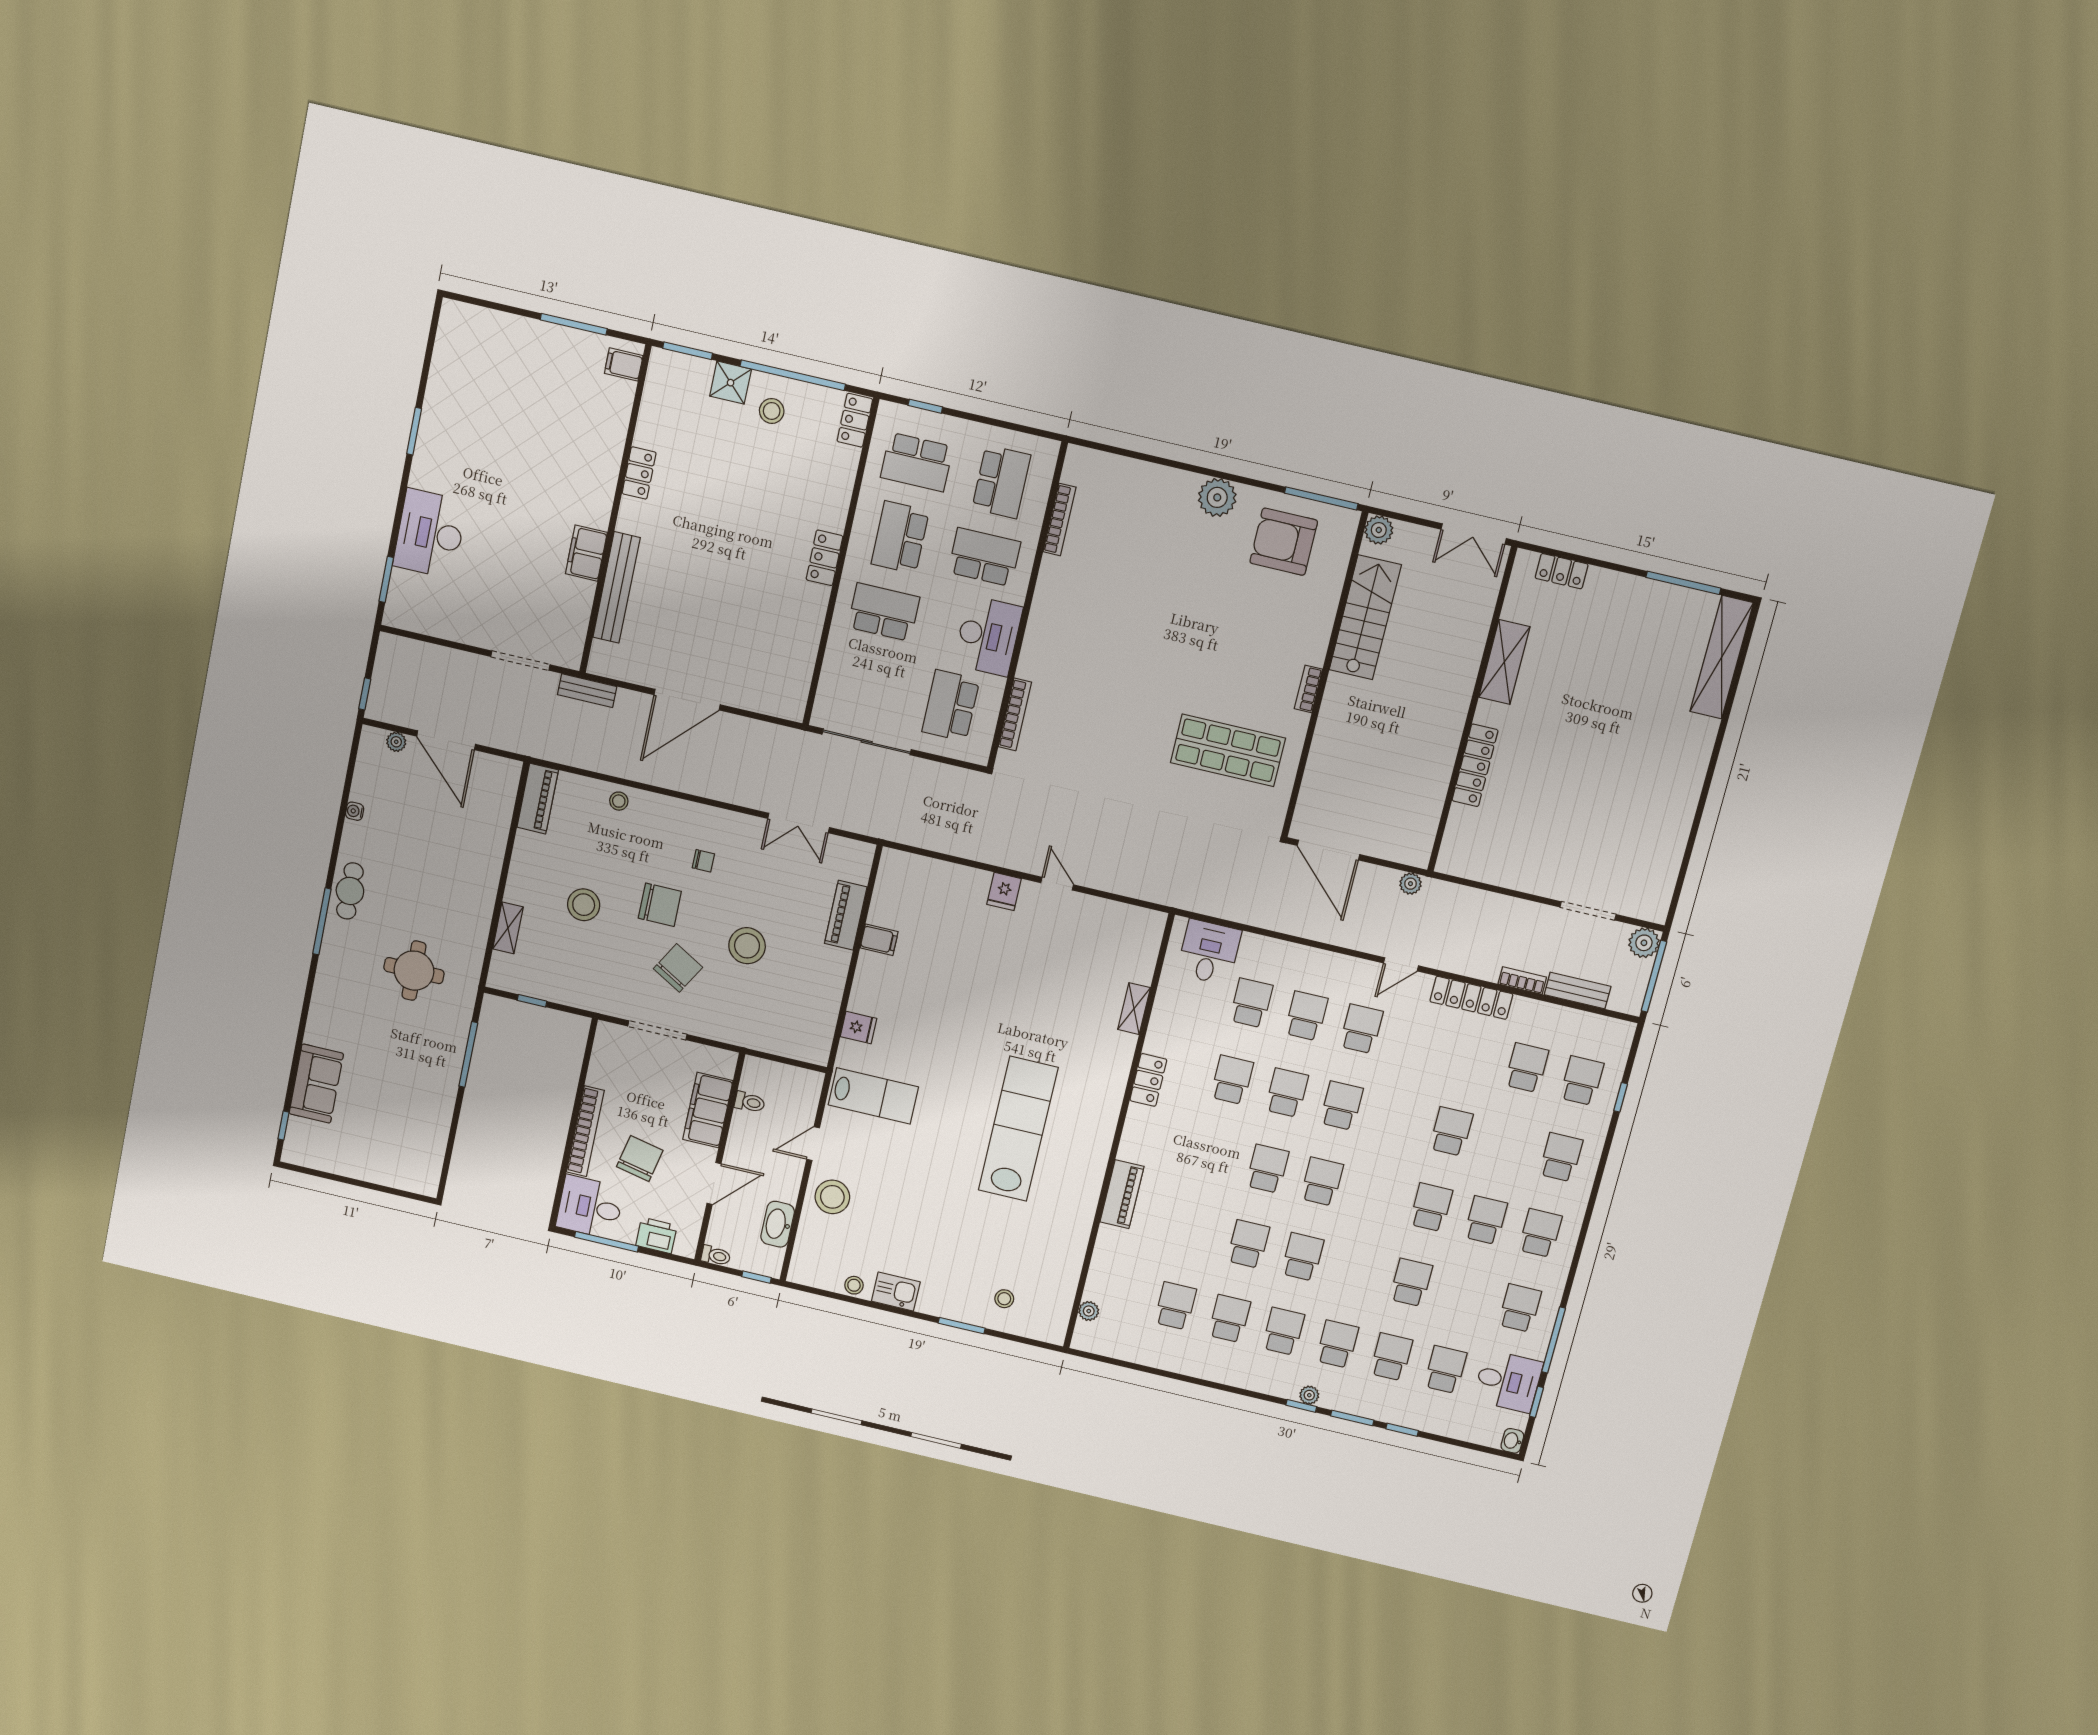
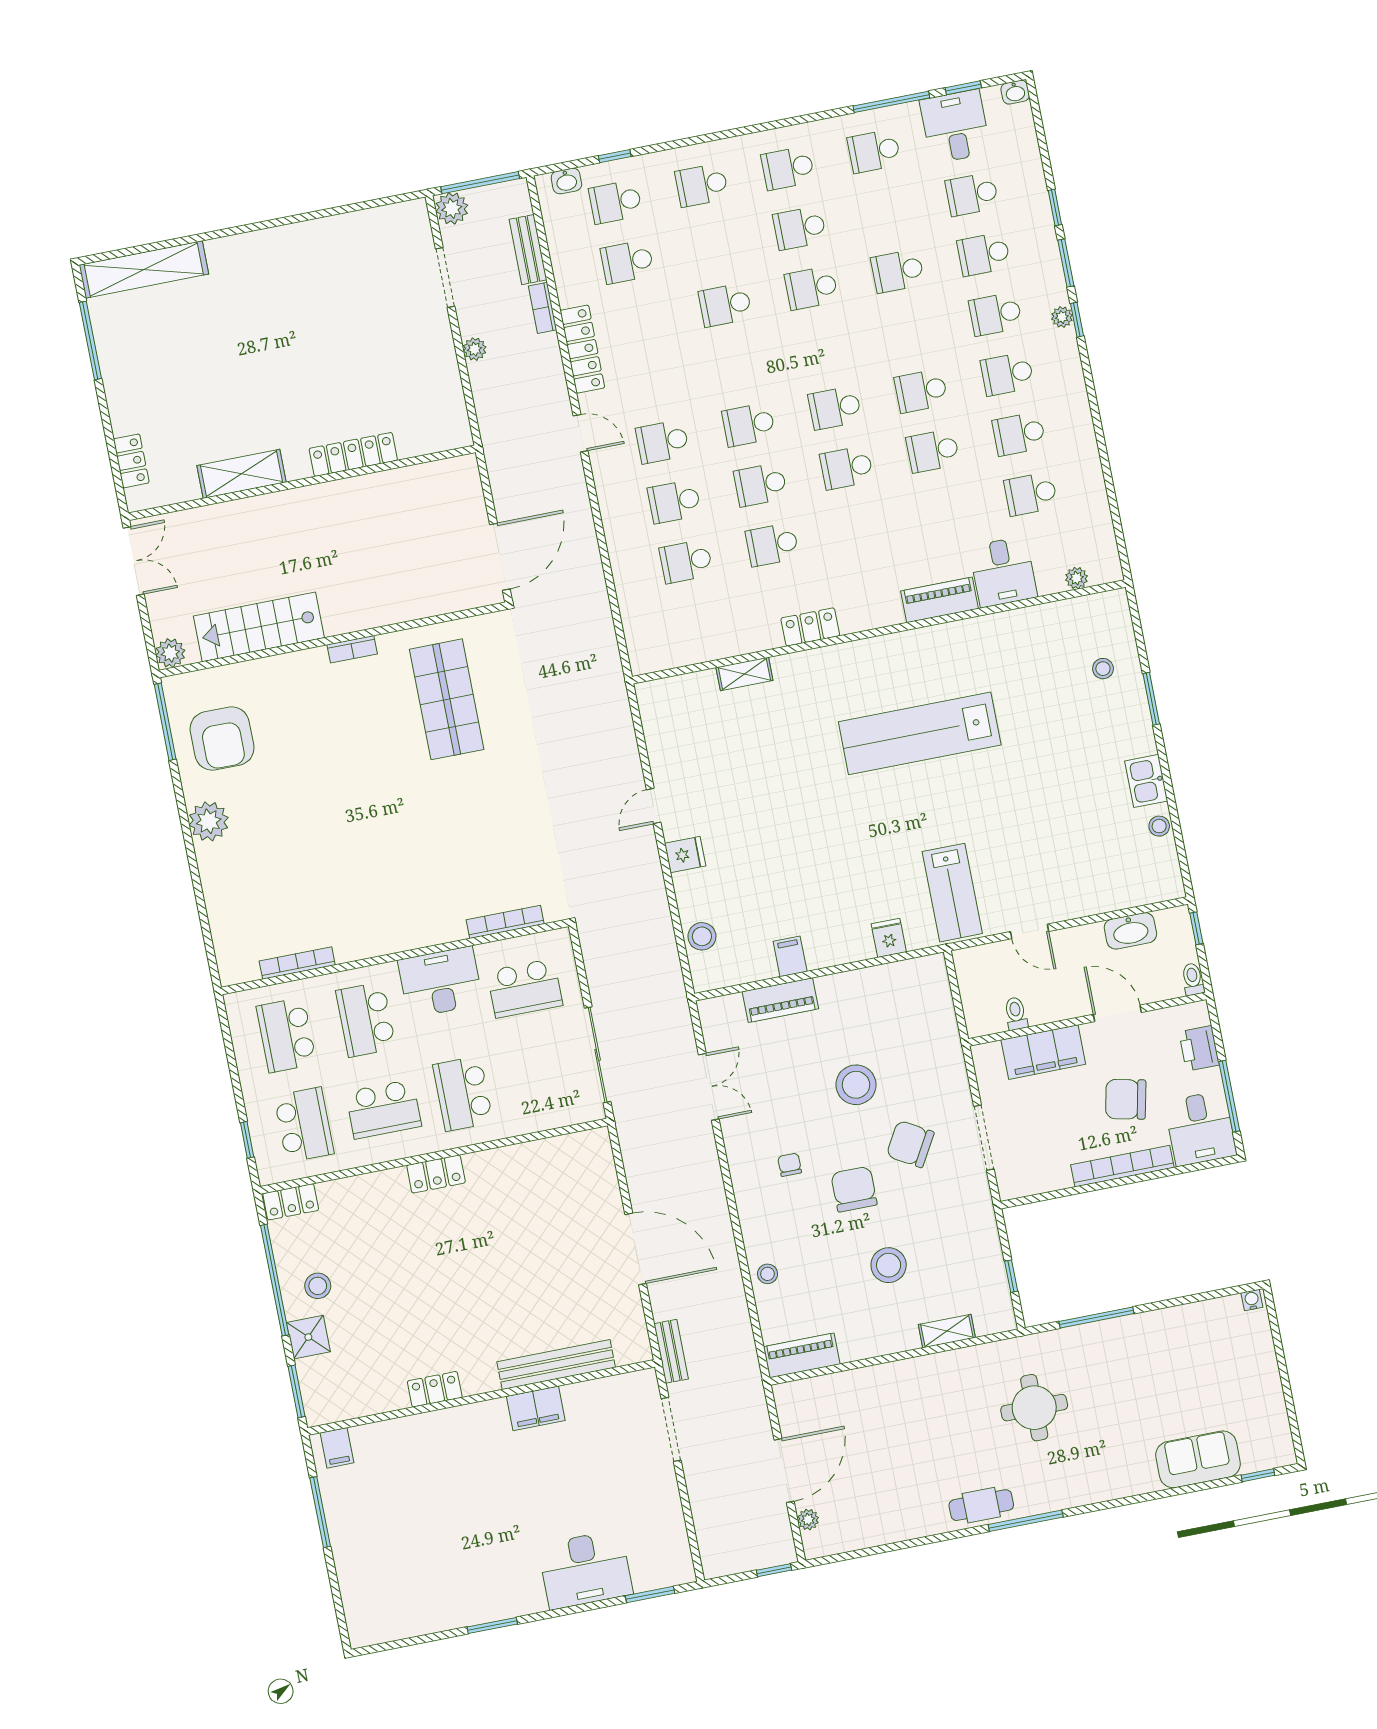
school desk: (1001, 482) -> (286, 1035), turned -90
water cooler: (355, 811) -> (1252, 1300), moved, turned 180
plant: (1411, 884) -> (475, 349), moved
desk: (1209, 952) -> (1003, 572), moved, turned -90
washbasin: (1620, 1048) -> (566, 181), added
lab bench: (873, 1096) -> (952, 893), turned 180
stool: (832, 1197) -> (702, 936), moved, width x0.73, depth x0.73

